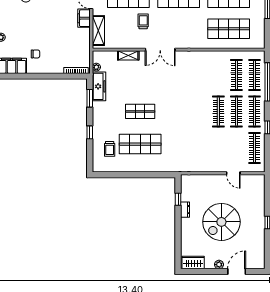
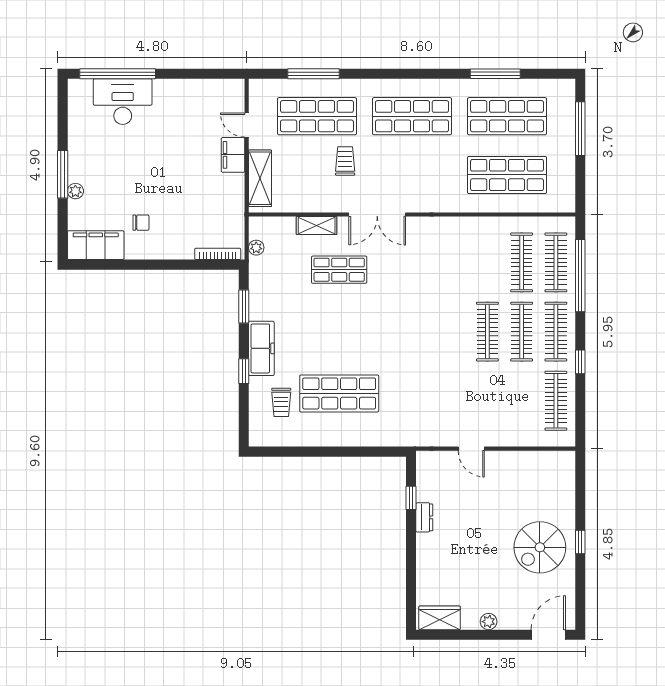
freezer: (99, 86) -> (261, 348), moved
shop shelf: (140, 111) -> (339, 270), moved
door: (233, 173) -> (471, 449), moved
spiral stairs: (221, 222) -> (540, 547), moved, width x0.73, depth x0.73
door: (237, 271) -> (548, 635), moved

